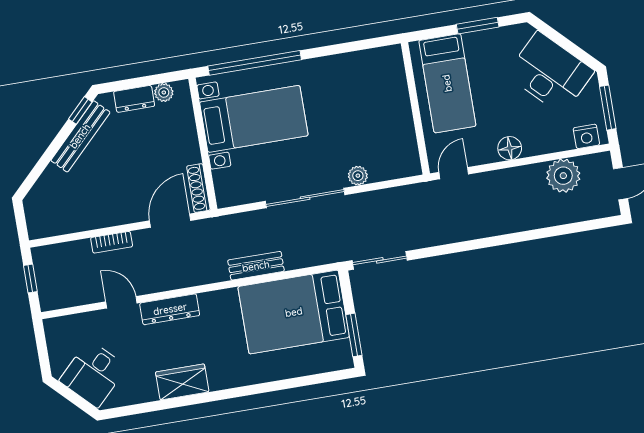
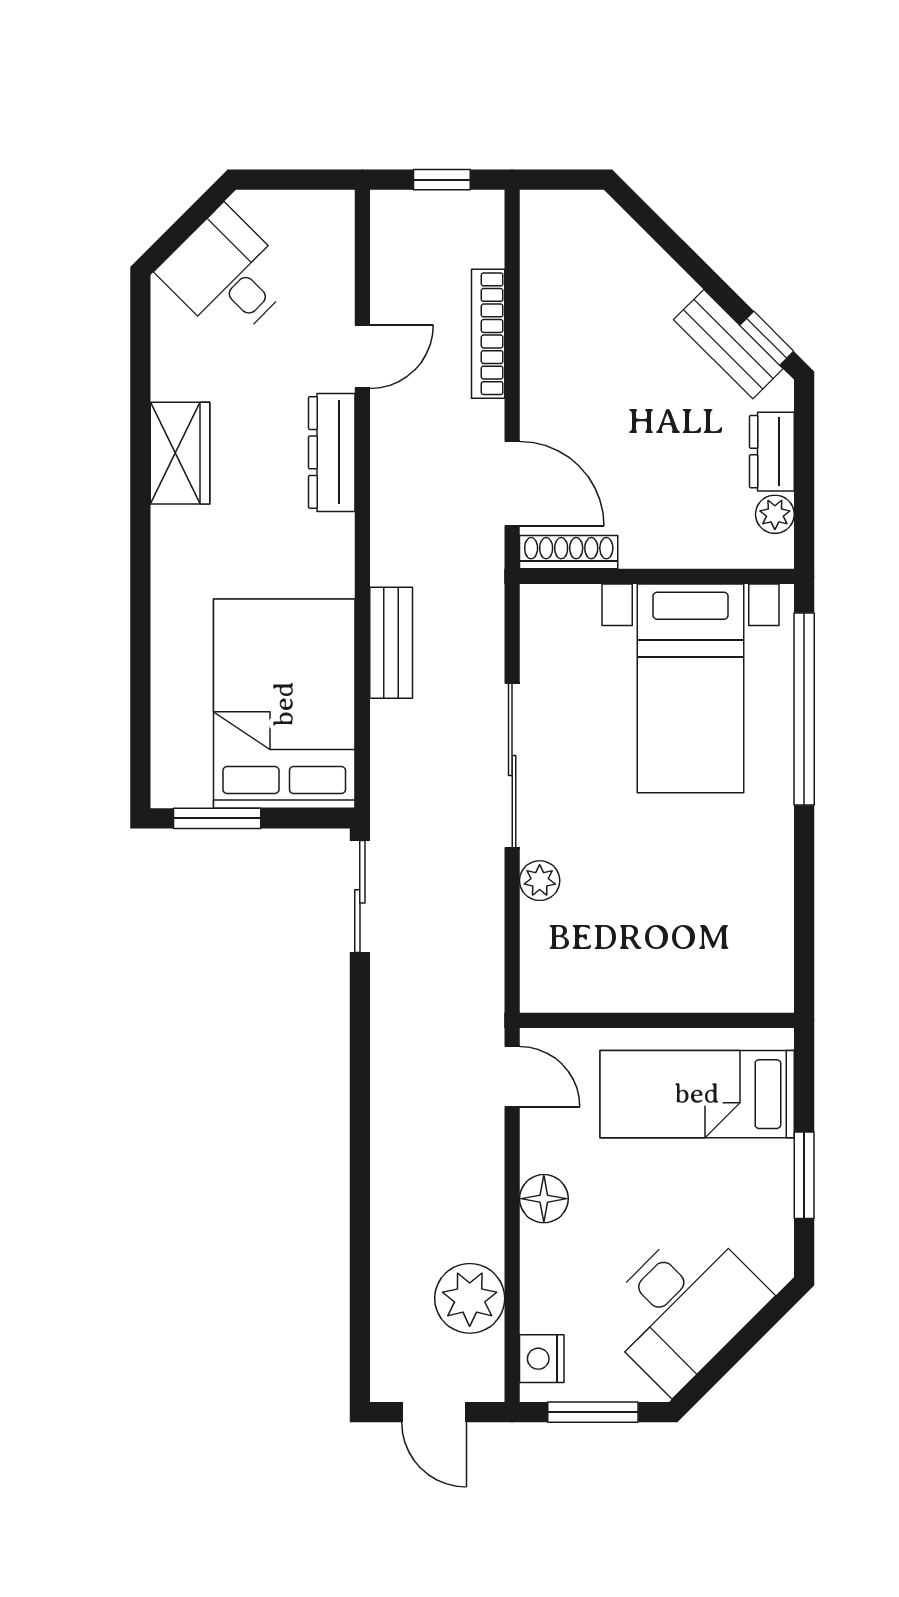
bench: (80, 136) -> (728, 344), width x0.73
bookcase: (112, 242) -> (488, 334), width x1.56

